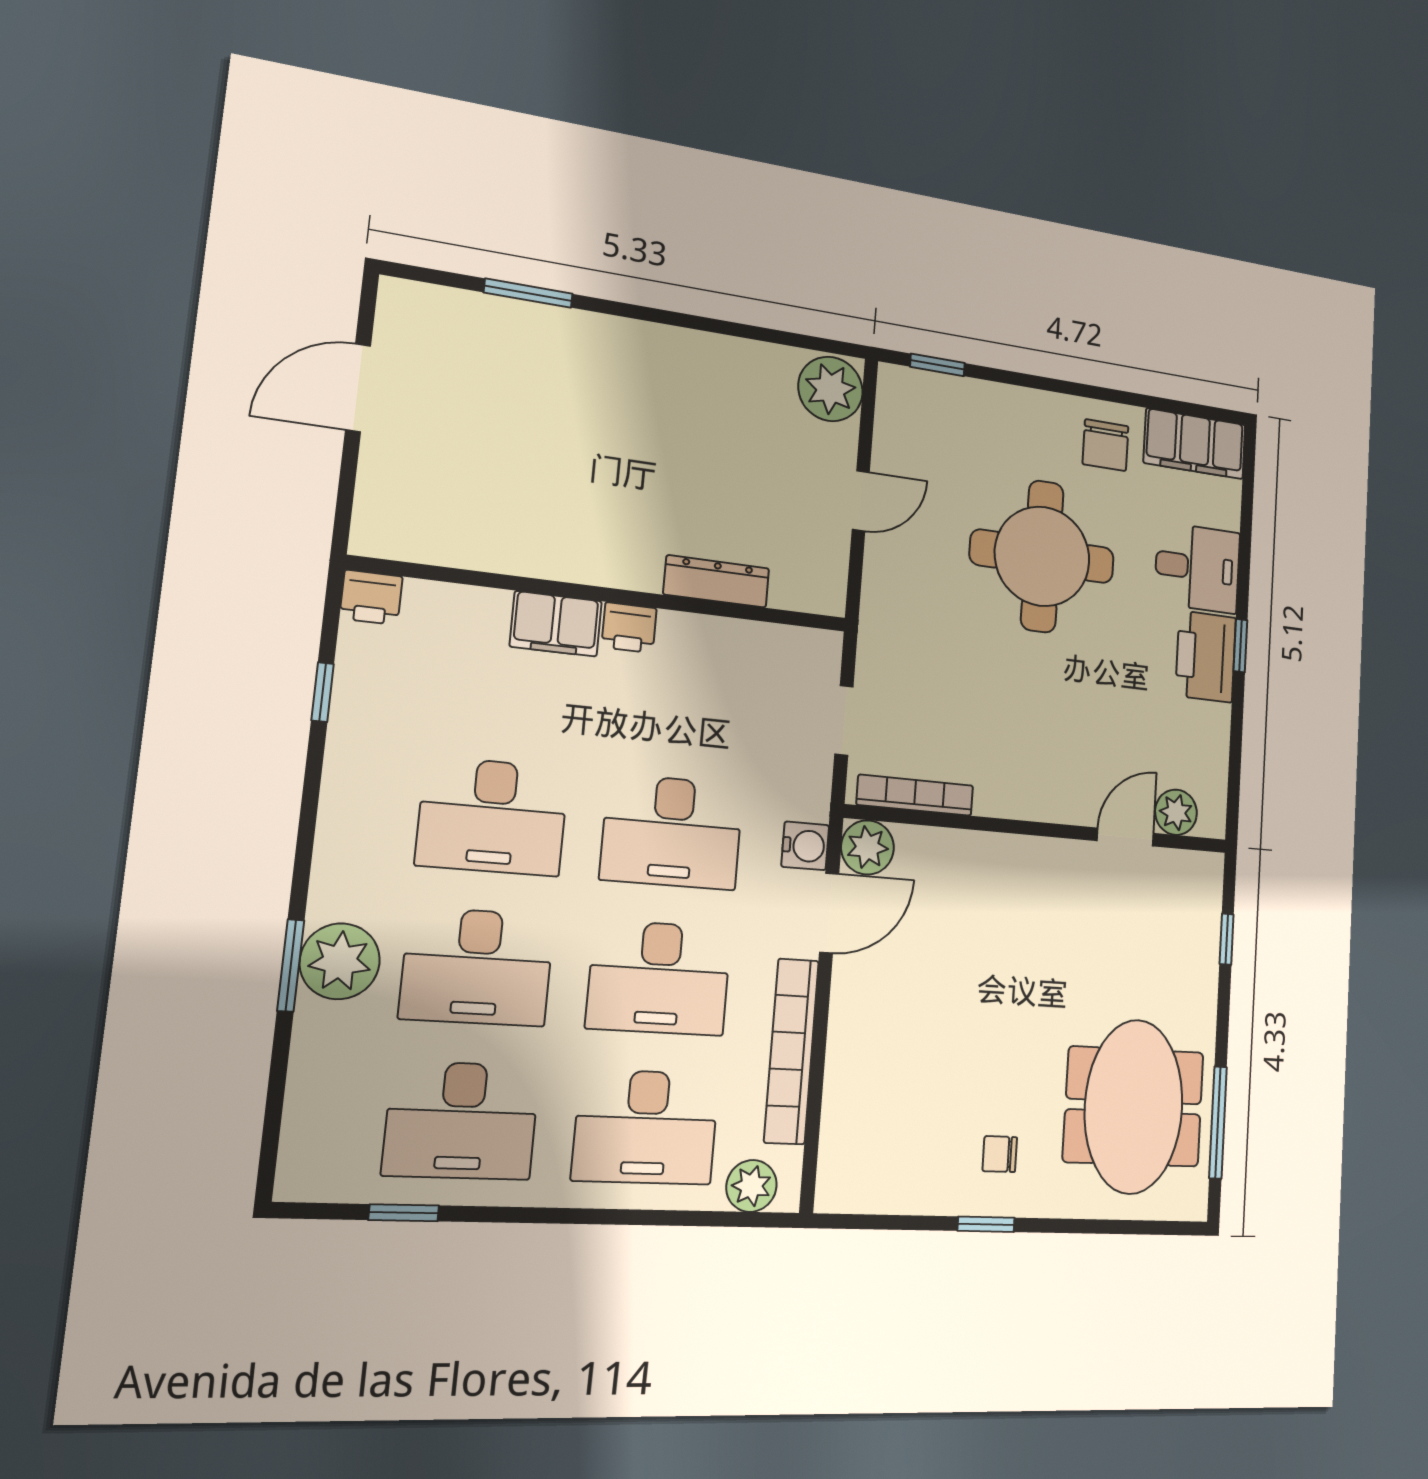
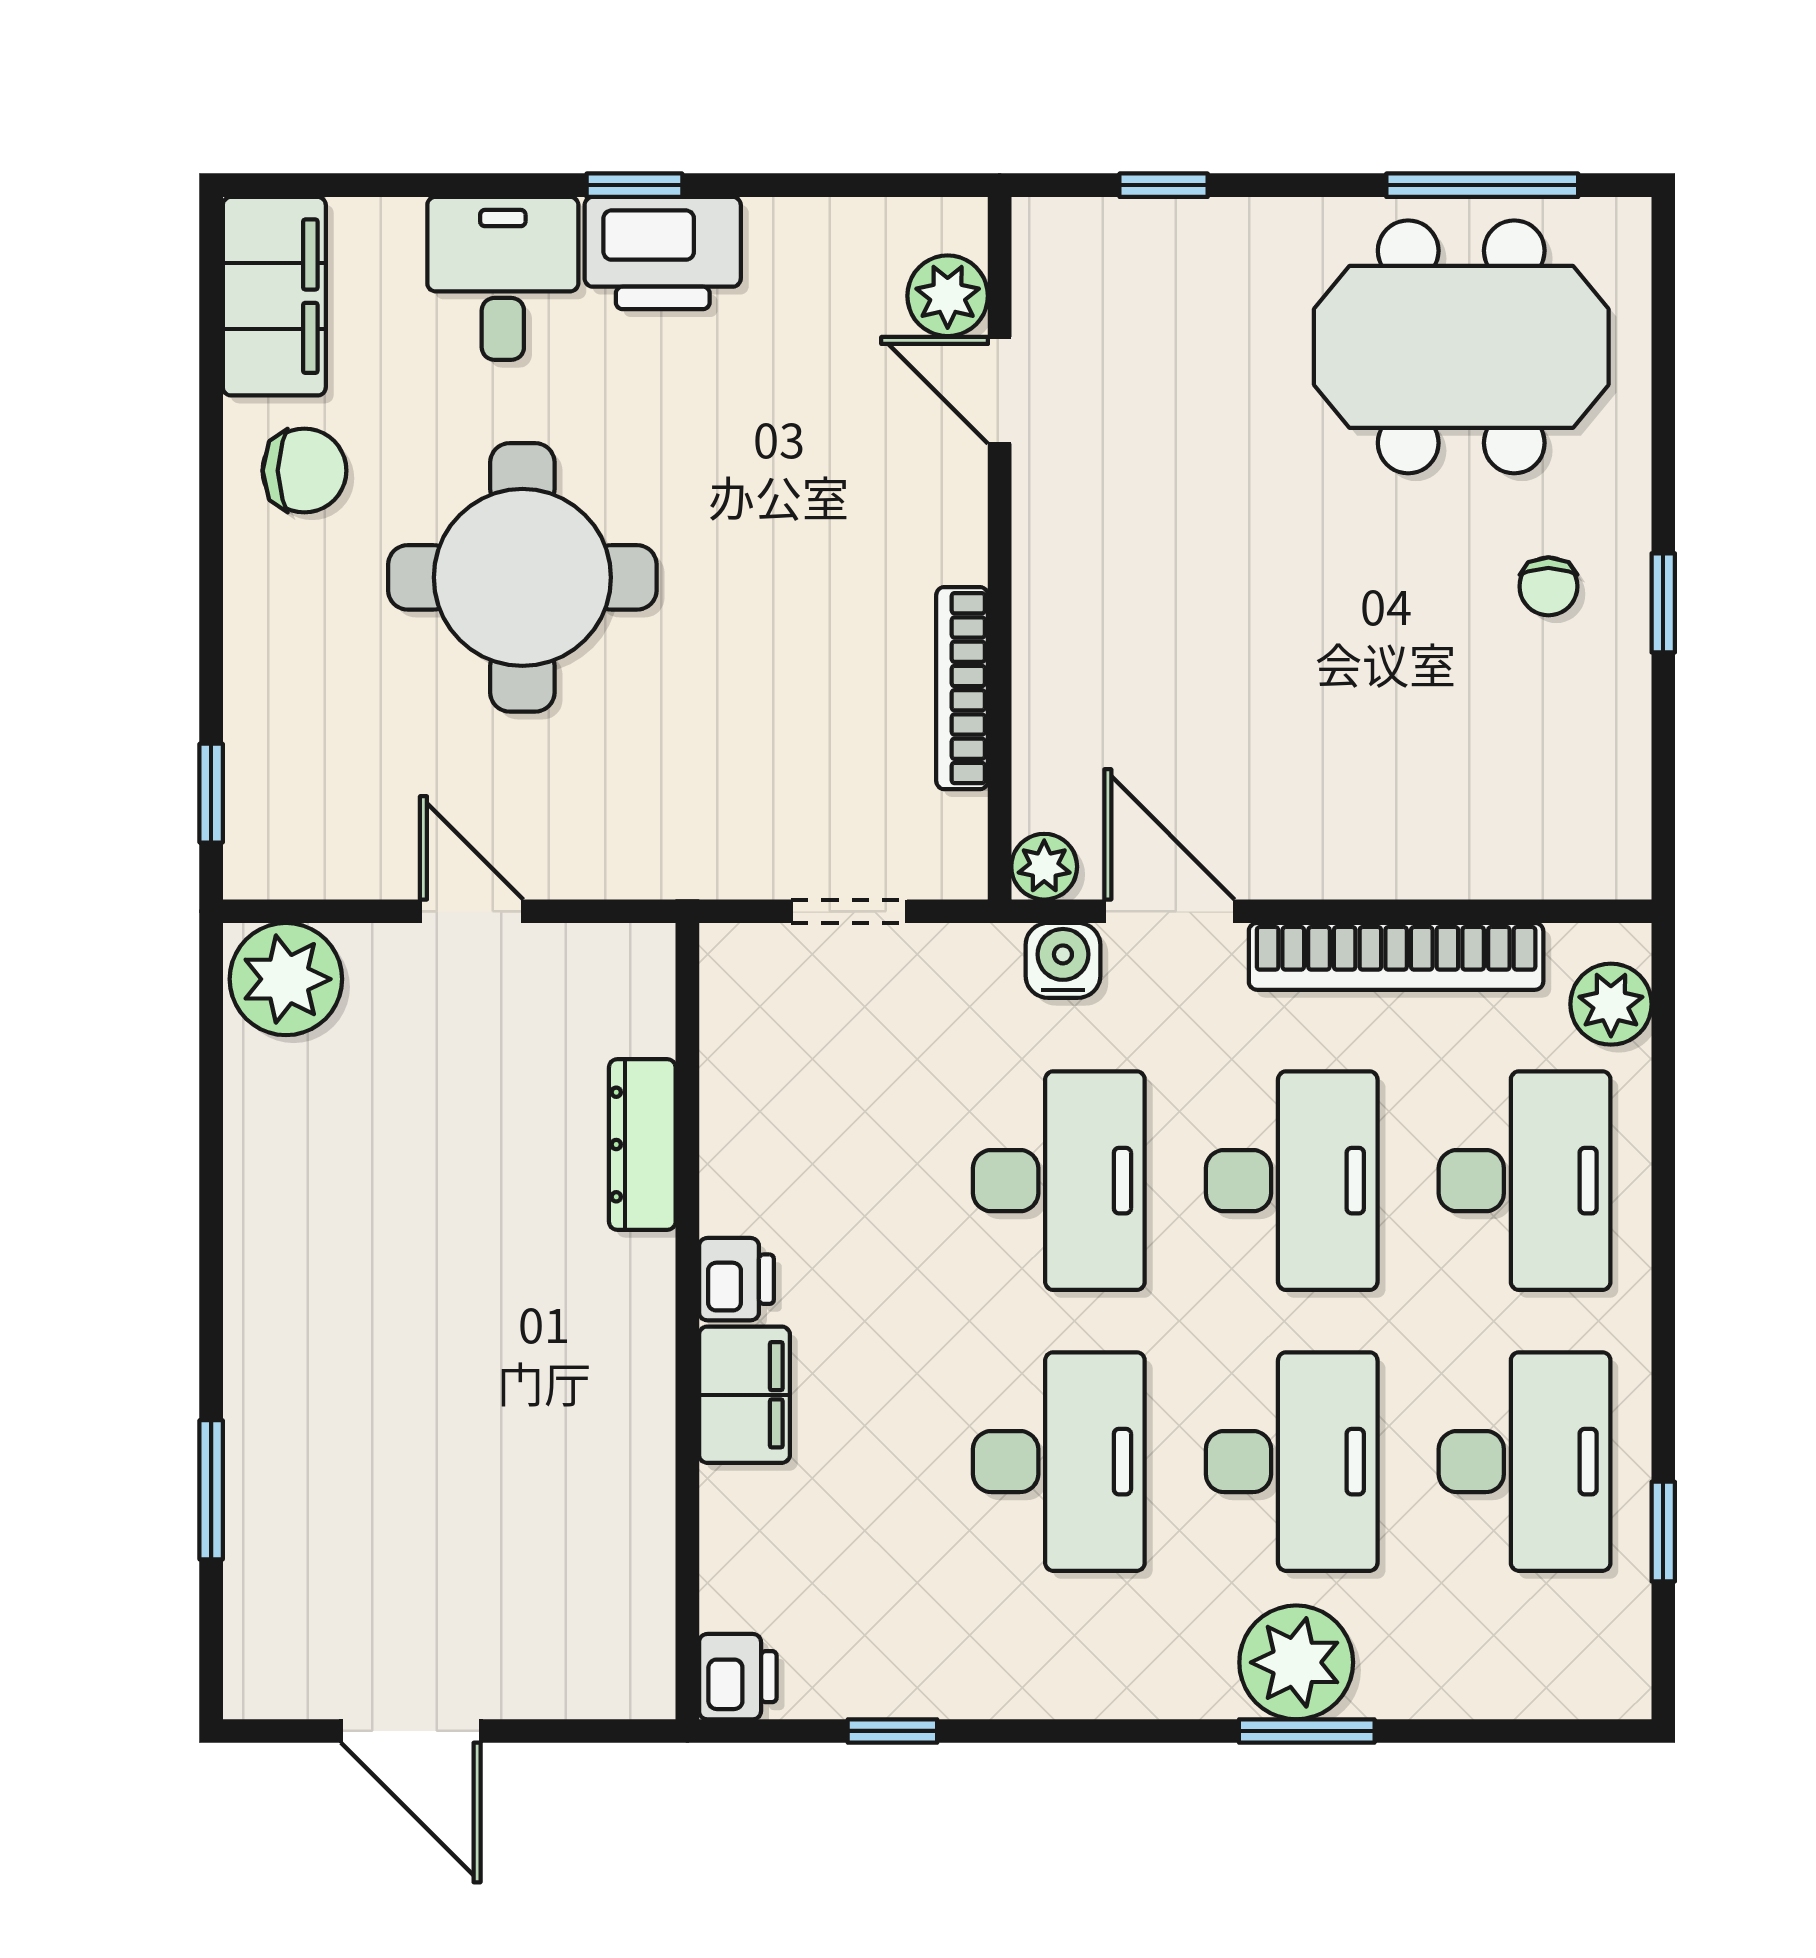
bookcase: (915, 795) -> (962, 688), moved
plant: (867, 847) -> (1044, 867), width x0.73, depth x0.73

